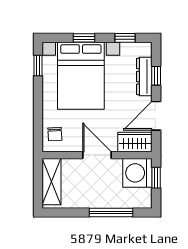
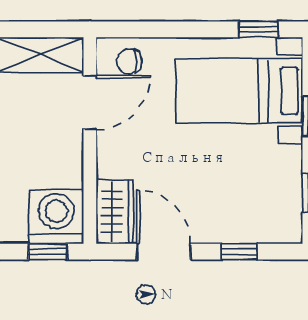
bed with nightstands: (81, 76) -> (239, 91), width x0.73
dresser: (144, 76) -> (238, 230), removed
door: (97, 155) -> (90, 102), moved

